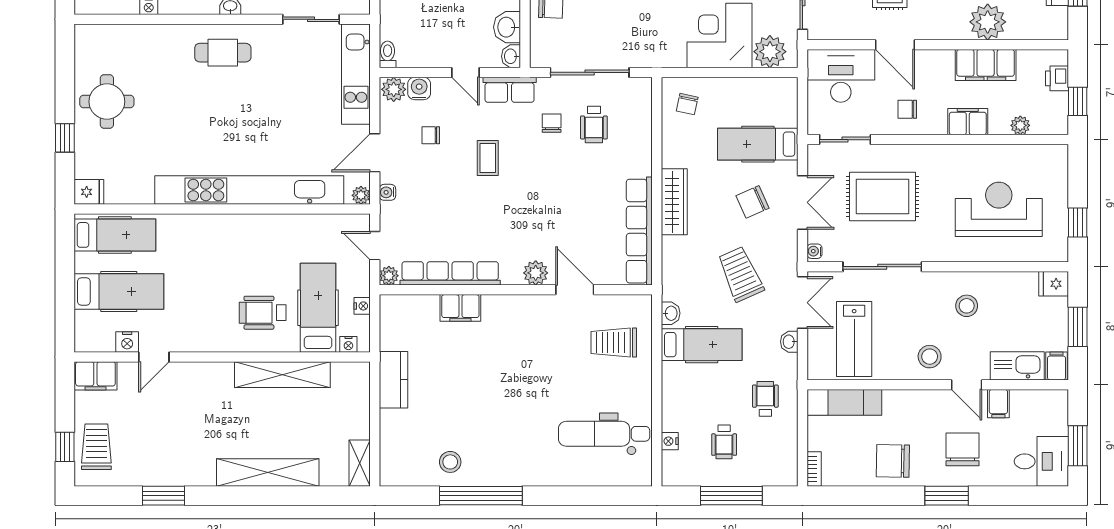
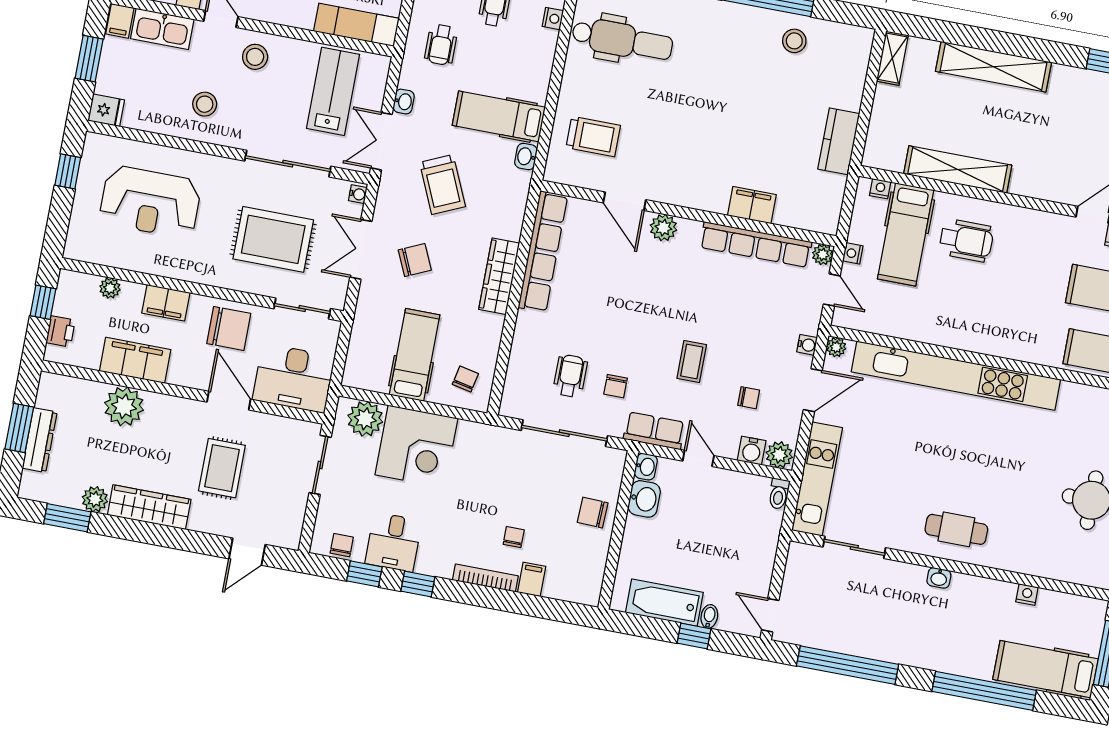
chair: (907, 109) -> (229, 328), width x1.87, depth x1.87
hospital bed: (758, 144) -> (415, 355), moved, turned -90
nightstand: (362, 306) -> (853, 253), moved

